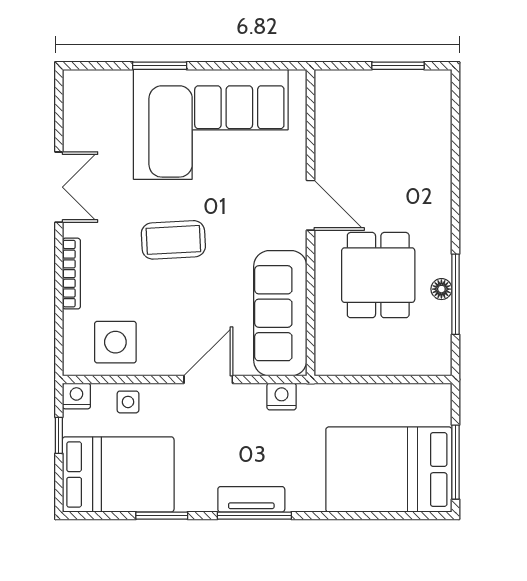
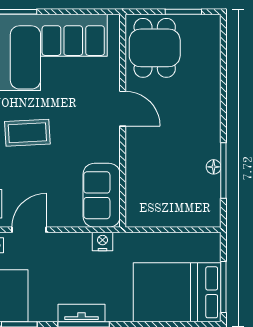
dining table: (378, 275) -> (155, 48), moved
sofa: (280, 313) -> (102, 195), width x0.73
door: (208, 380) -> (29, 230), moved

